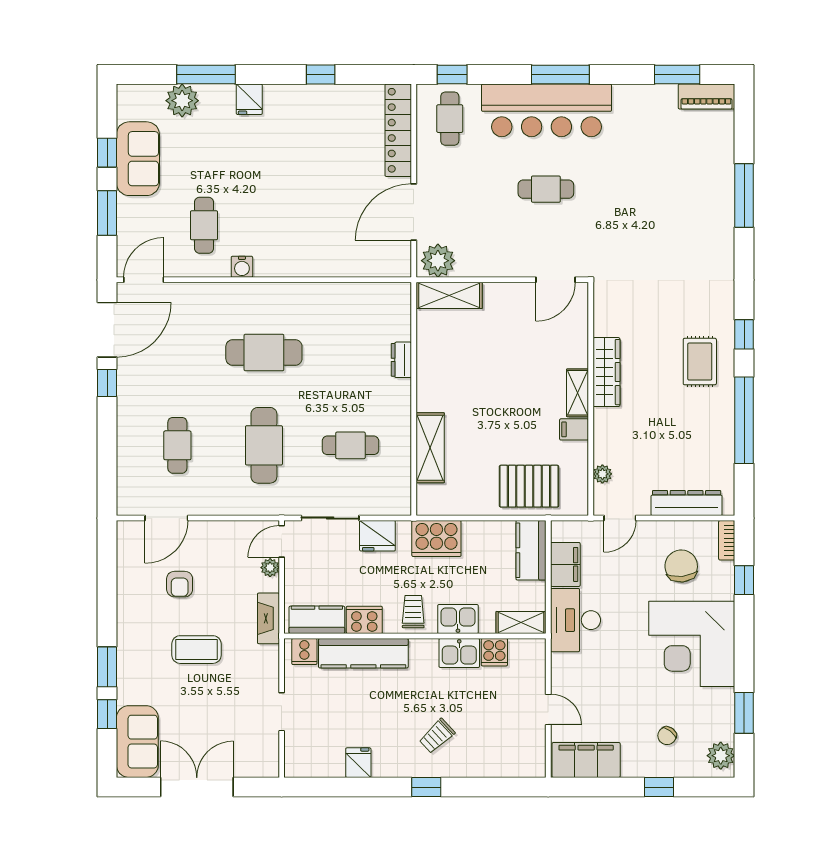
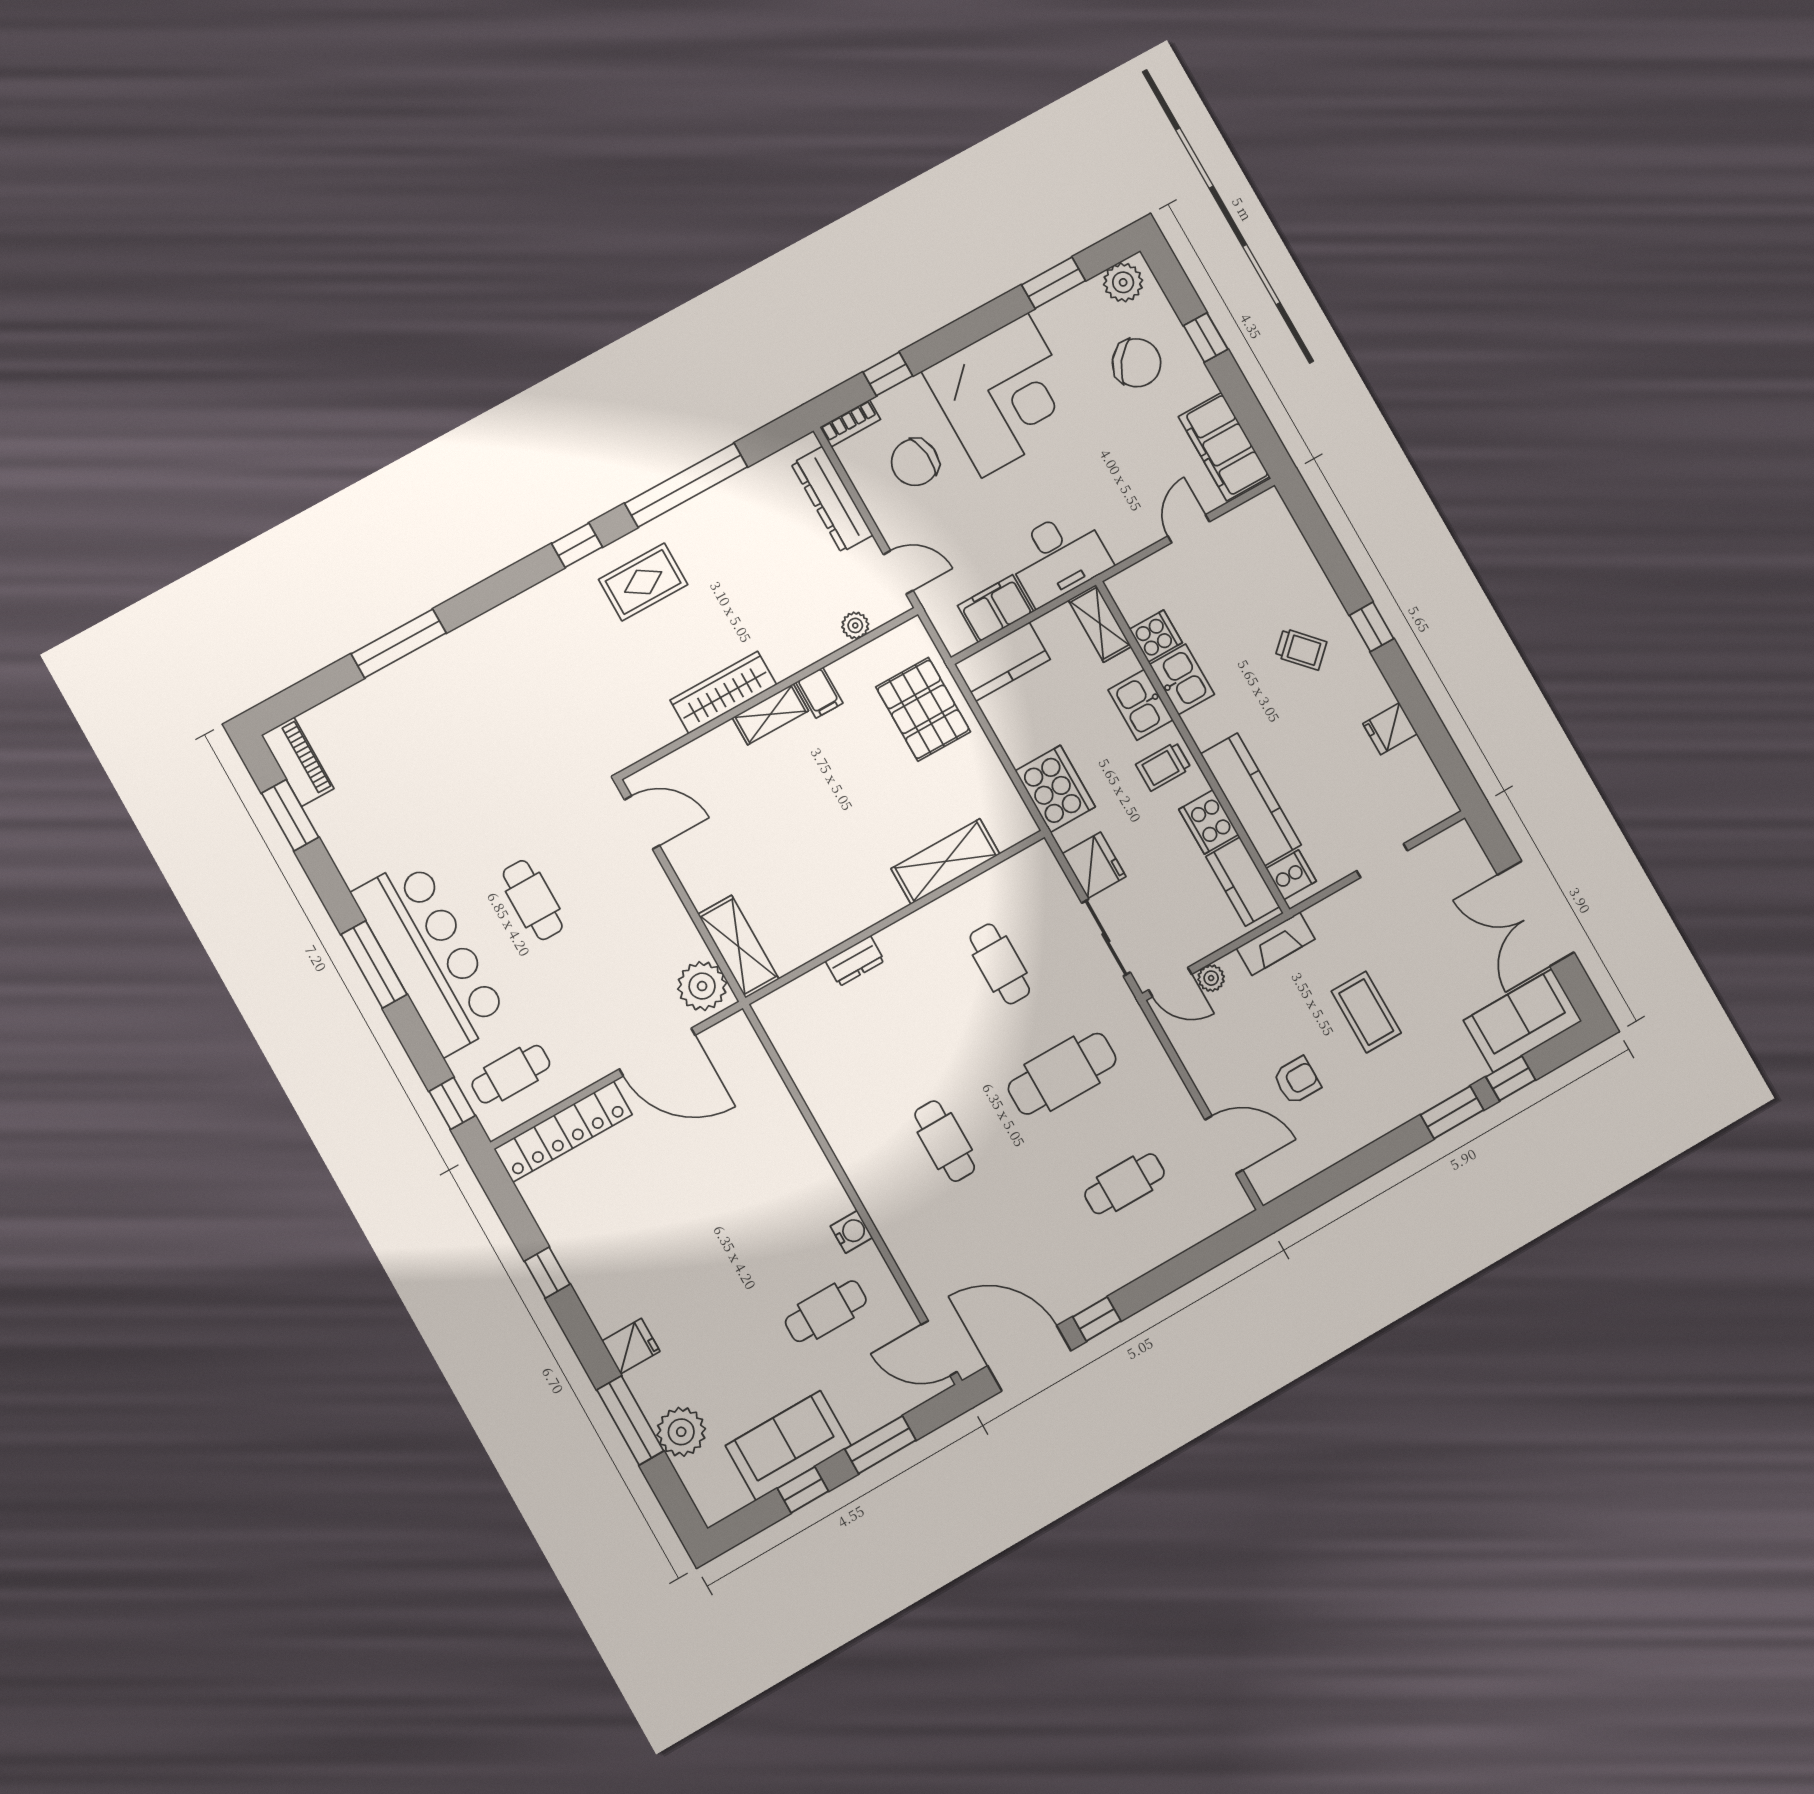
cafe table: (264, 353) -> (945, 1141), width x0.73, depth x0.74
chair: (667, 736) -> (1137, 363), width x1.87, depth x1.87

